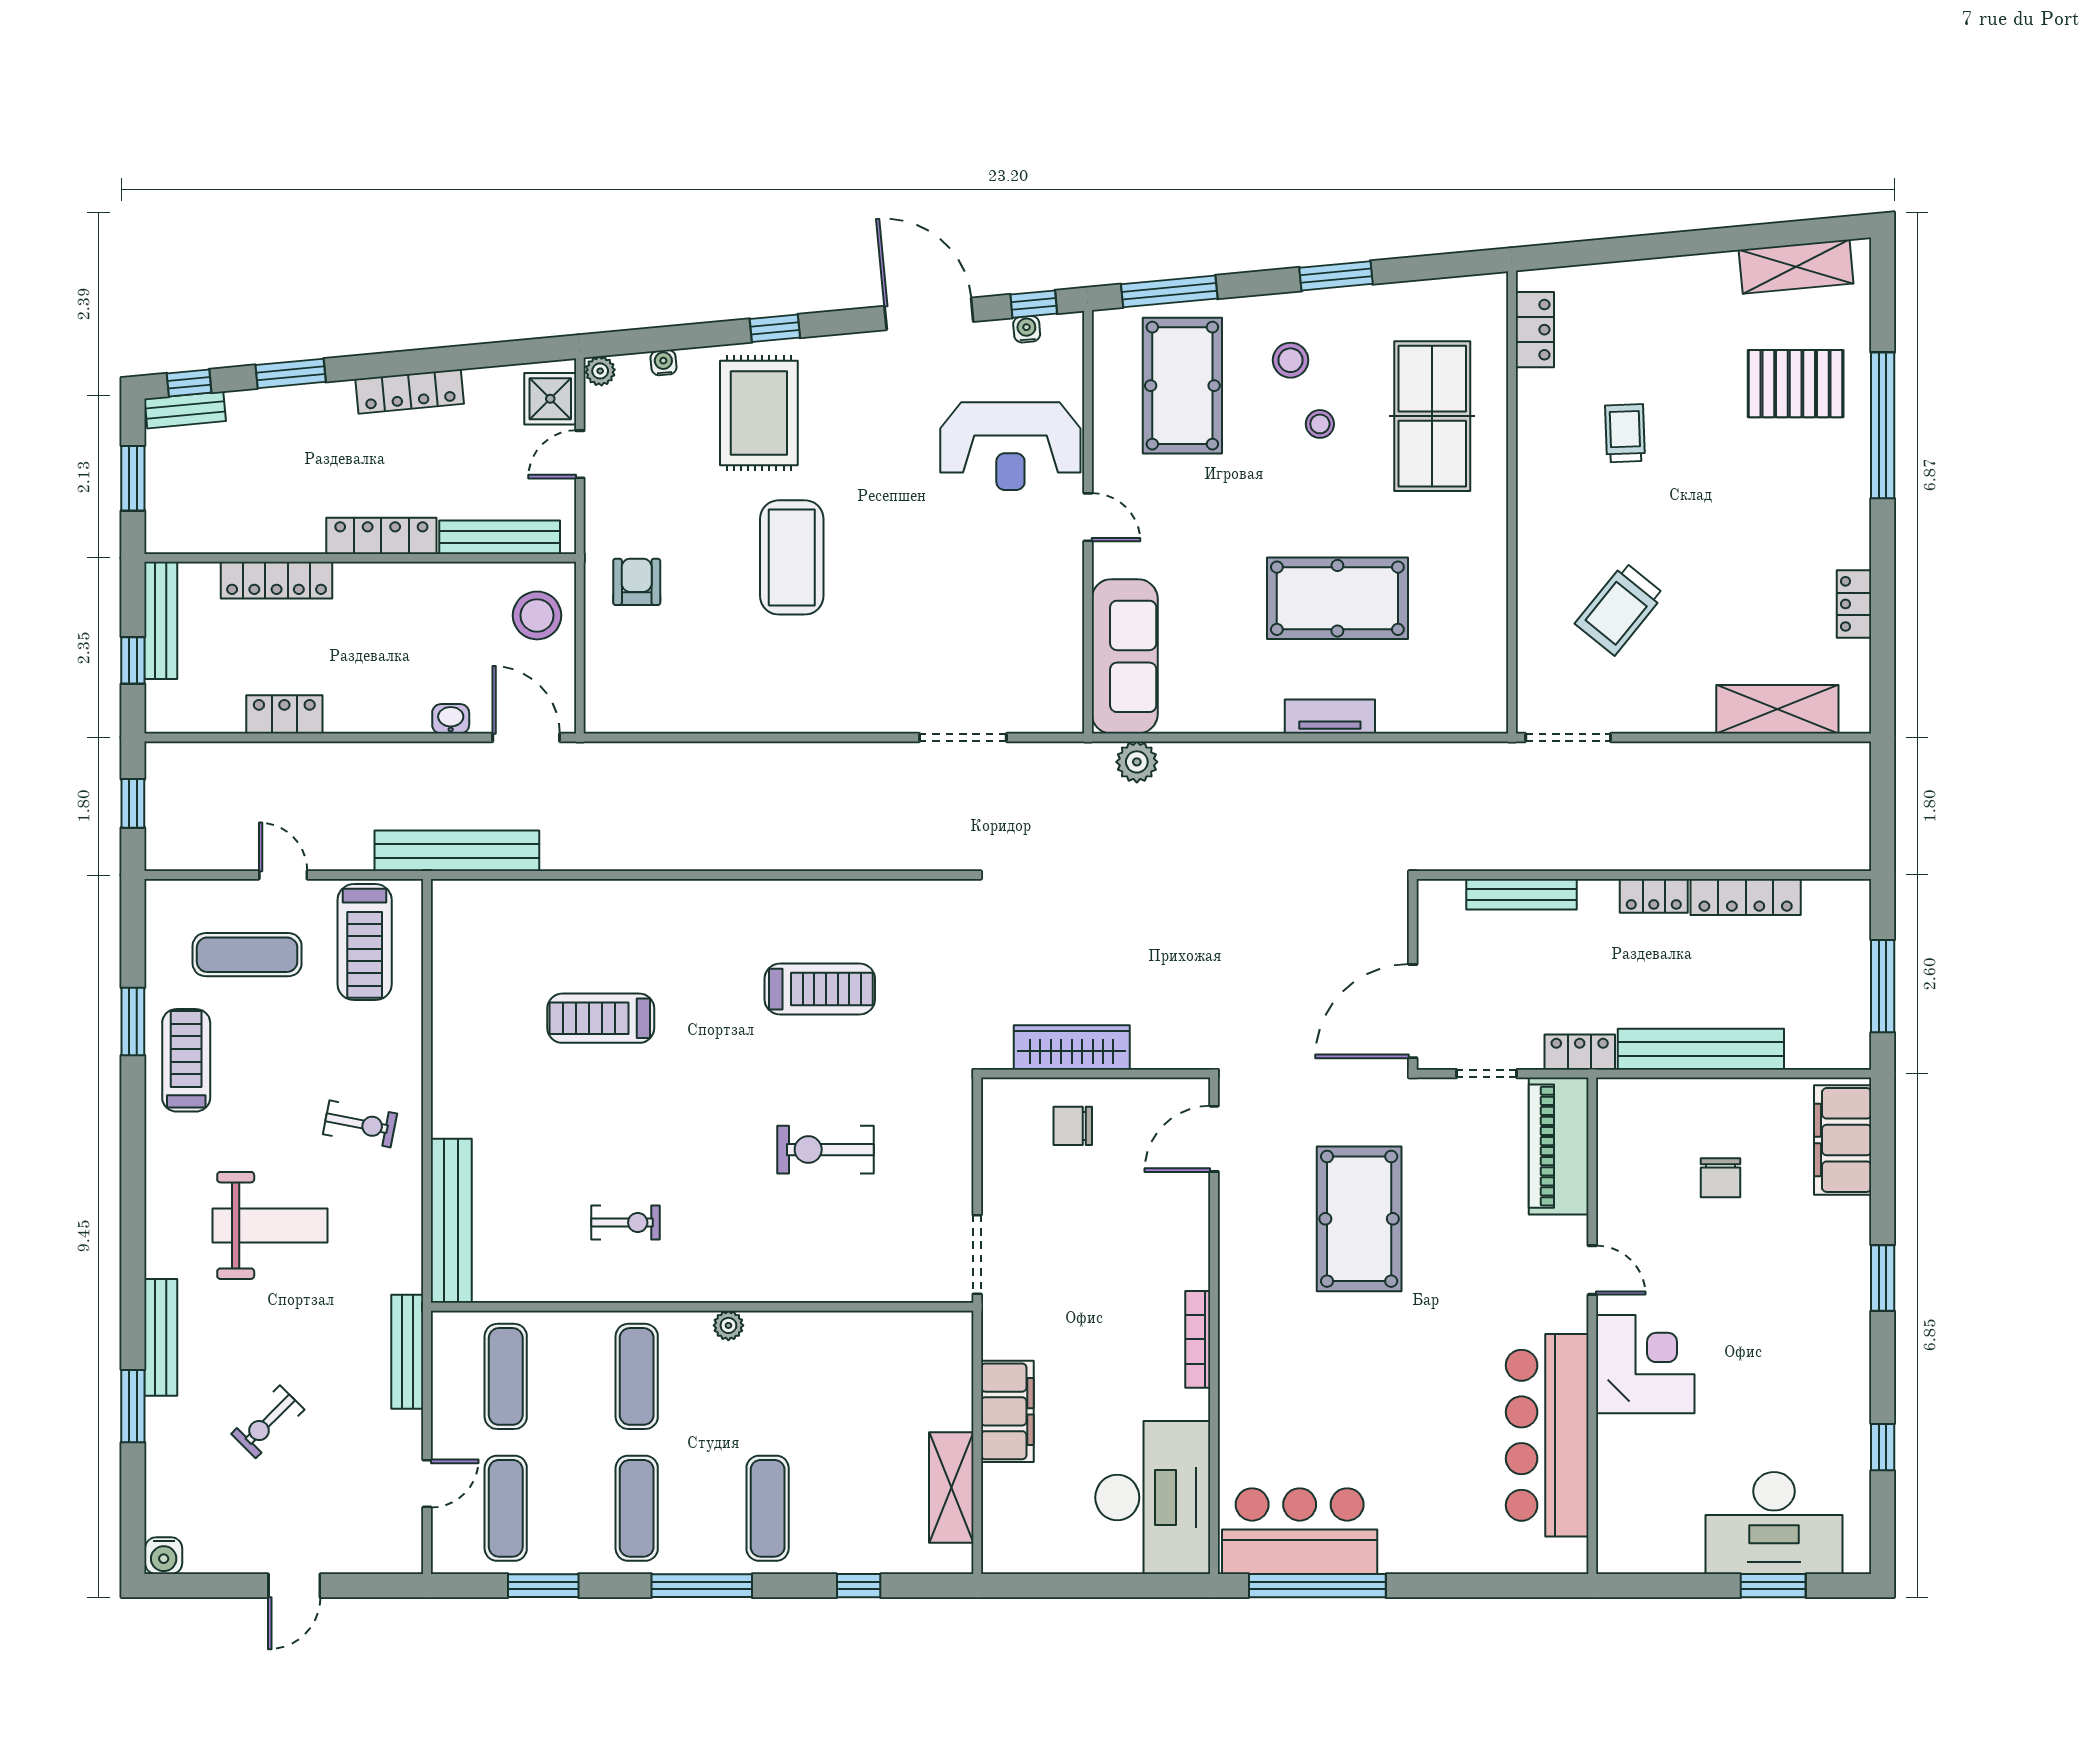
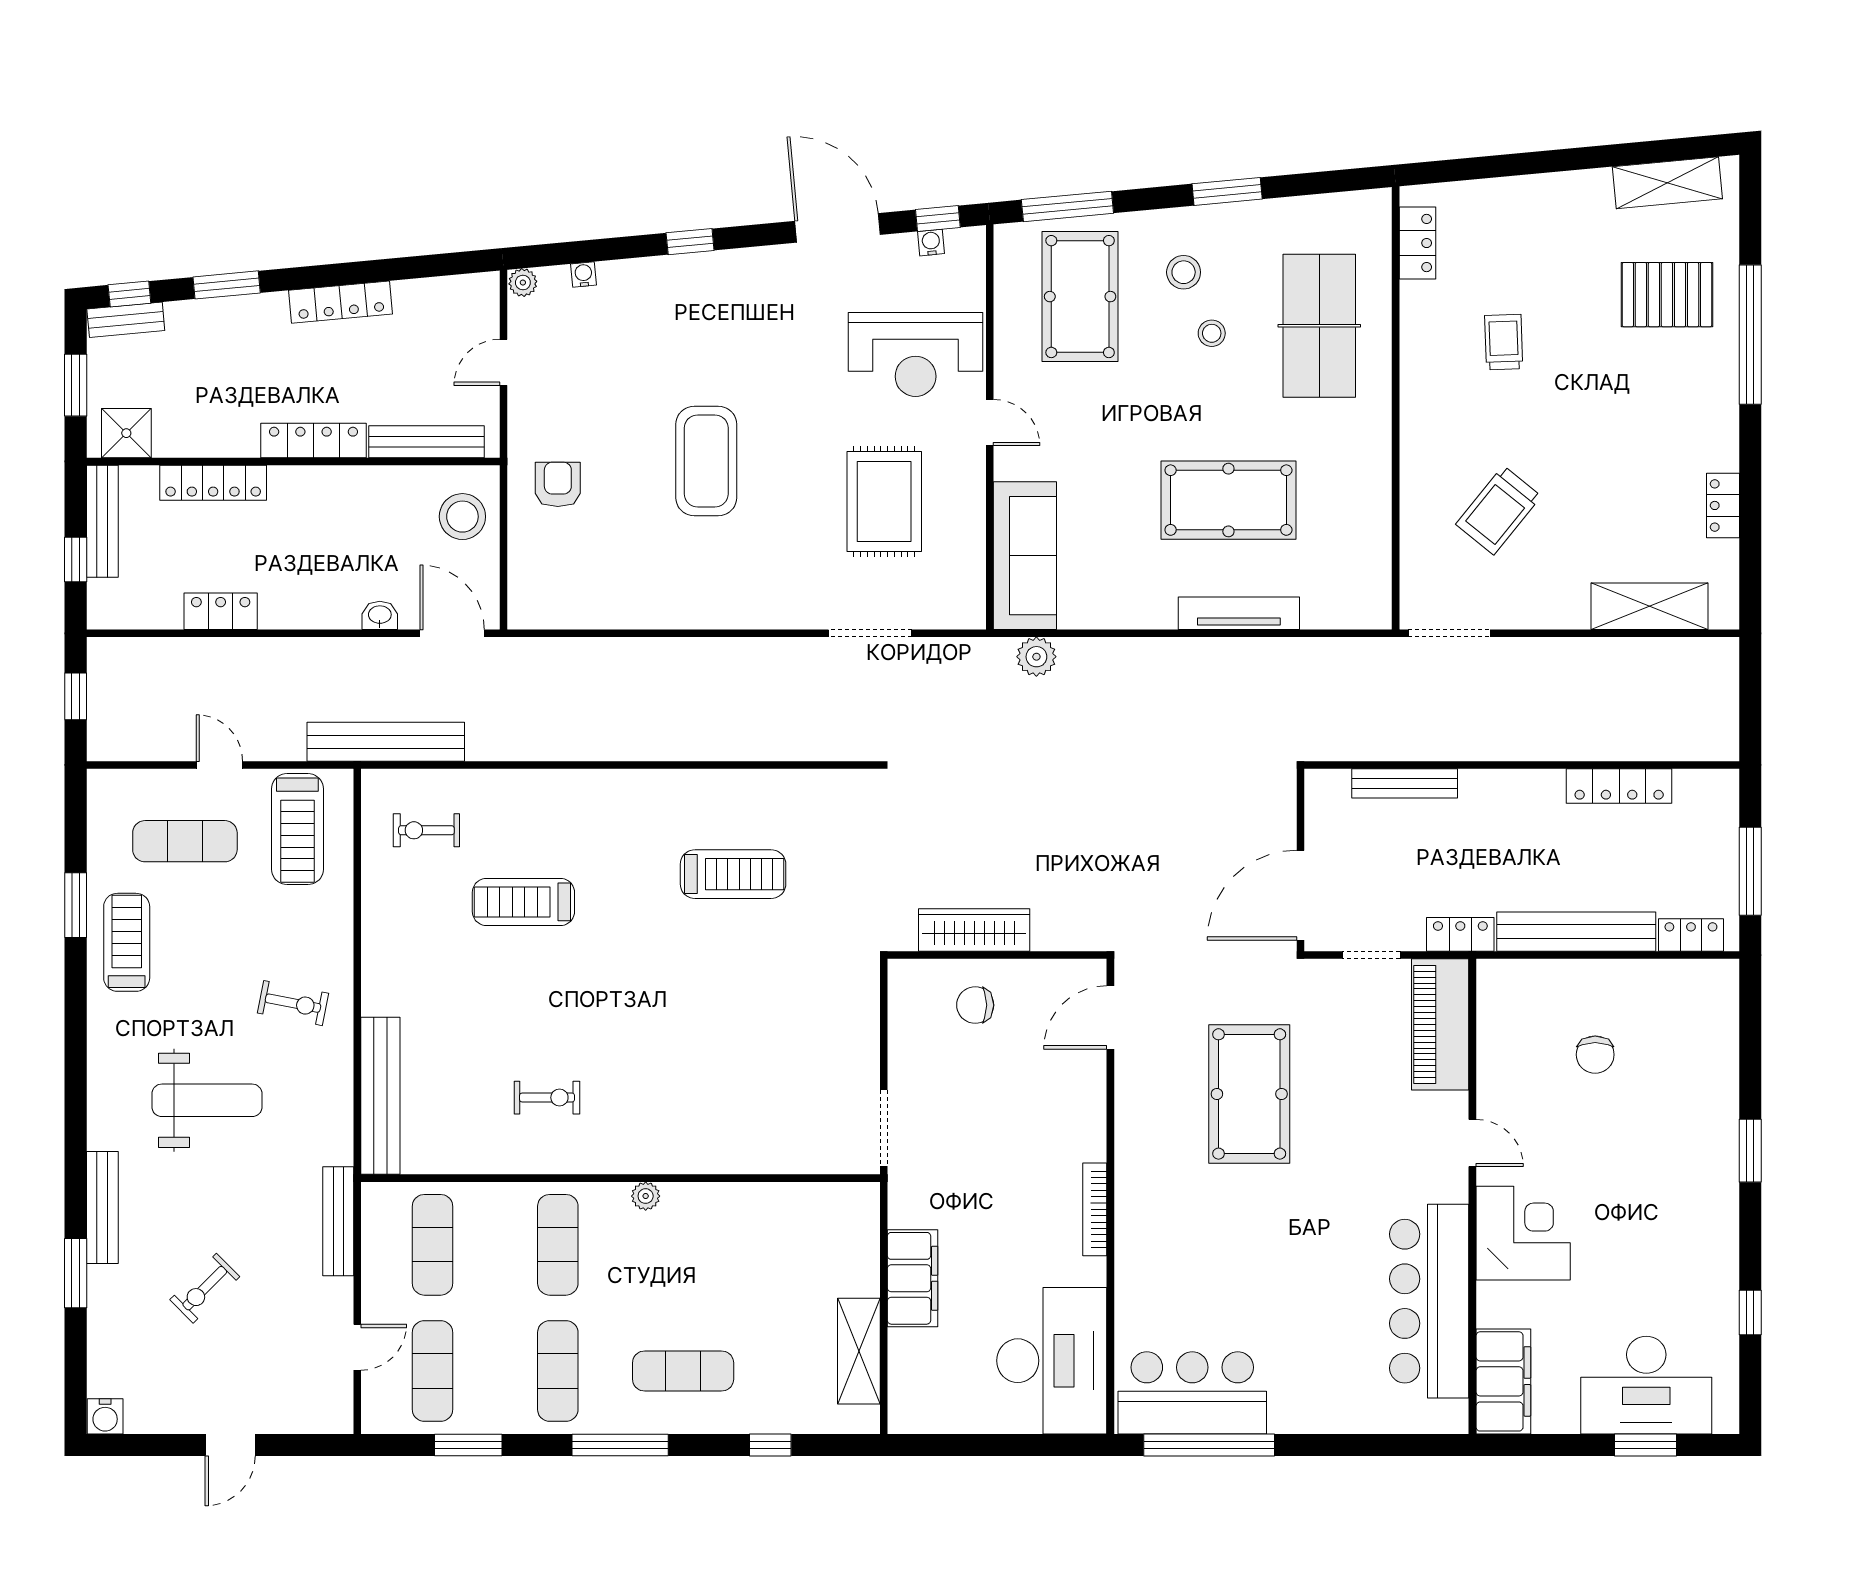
shower: (550, 399) -> (126, 433), moved
rug: (759, 413) -> (884, 502), moved
tv unit: (1330, 717) -> (1239, 613), width x1.41
locker: (1654, 896) -> (1691, 935), moved, turned 180
filing cabinet: (1843, 1140) -> (1503, 1381), moved, turned 180
exercise bike: (825, 1150) -> (426, 830), moved, width x0.73, depth x0.72
exercise mat: (768, 1508) -> (683, 1371), turned 90

